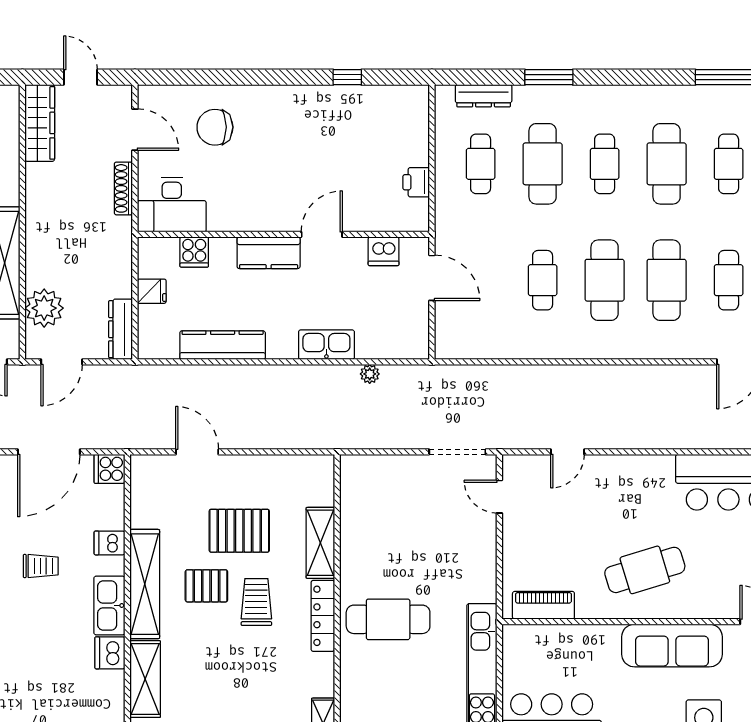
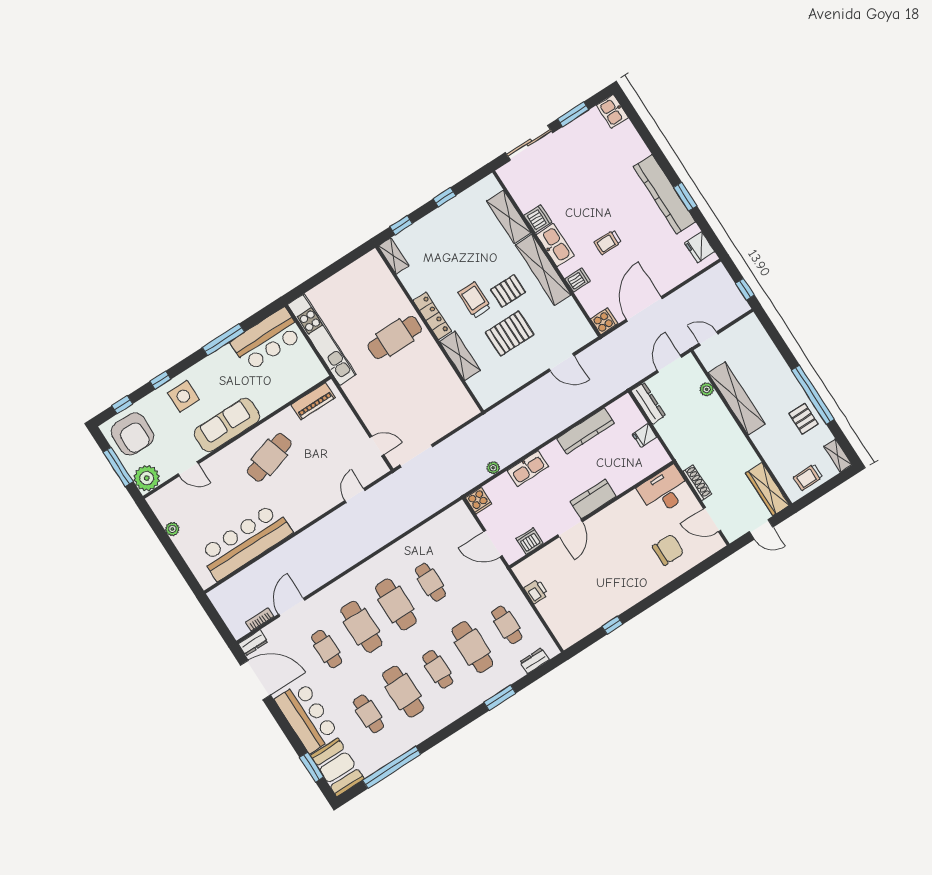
dresser: (484, 96) -> (534, 661), width x0.70
cooker: (194, 252) -> (478, 501), moved, turned 180
plant: (44, 308) -> (707, 389), width x0.53, depth x0.53
trolley: (256, 602) -> (474, 300), turned 180

